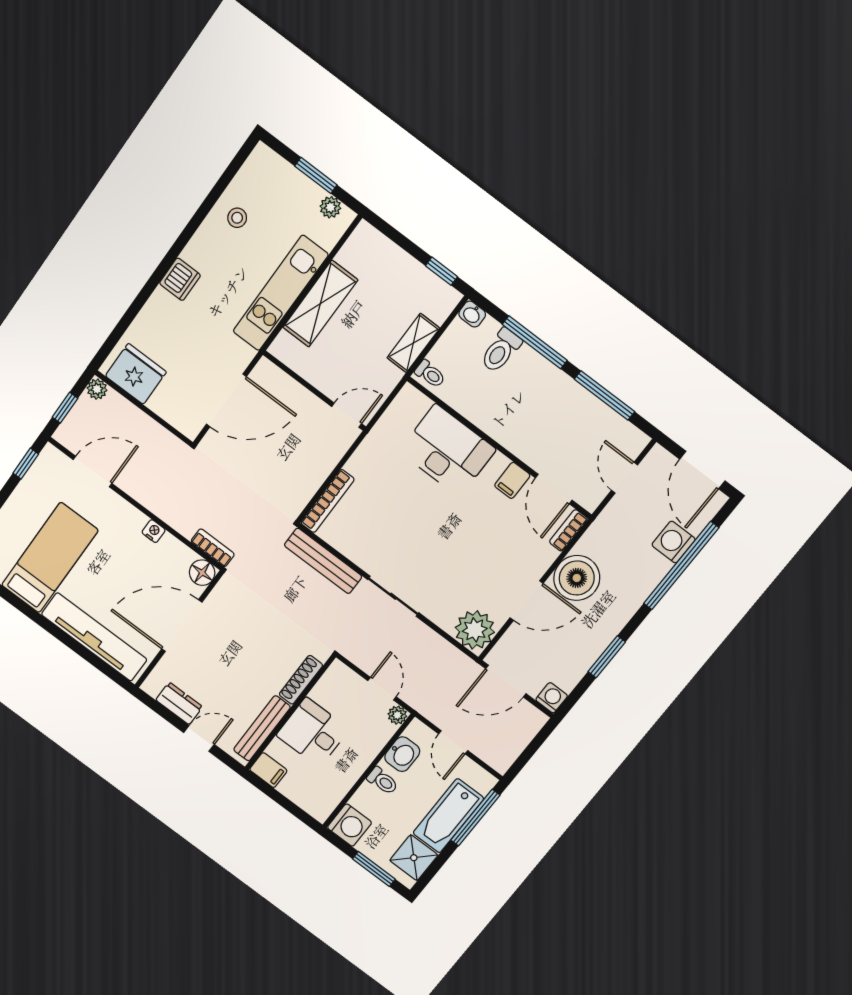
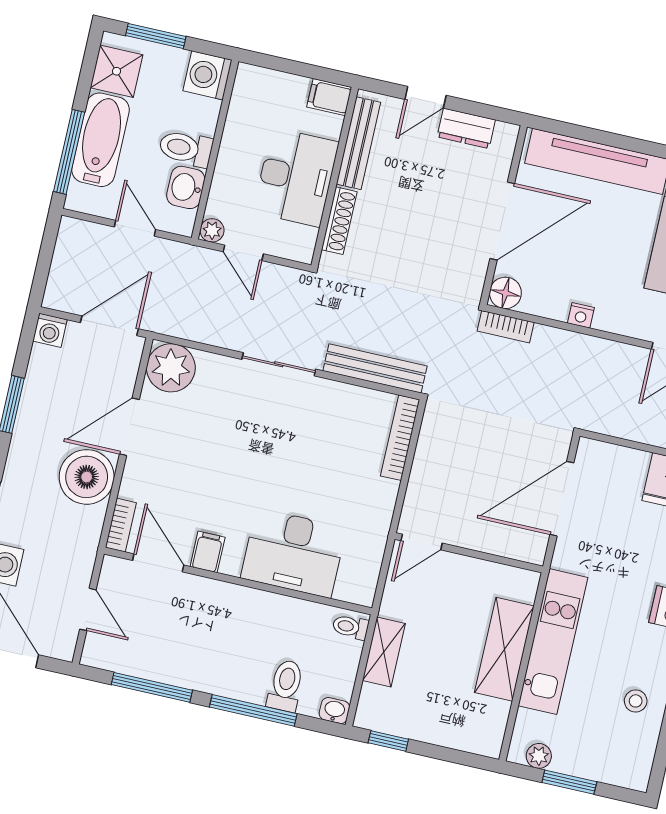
desk: (313, 732) -> (296, 177), width x1.37
toilet: (383, 781) -> (186, 148), width x1.37, depth x1.39

